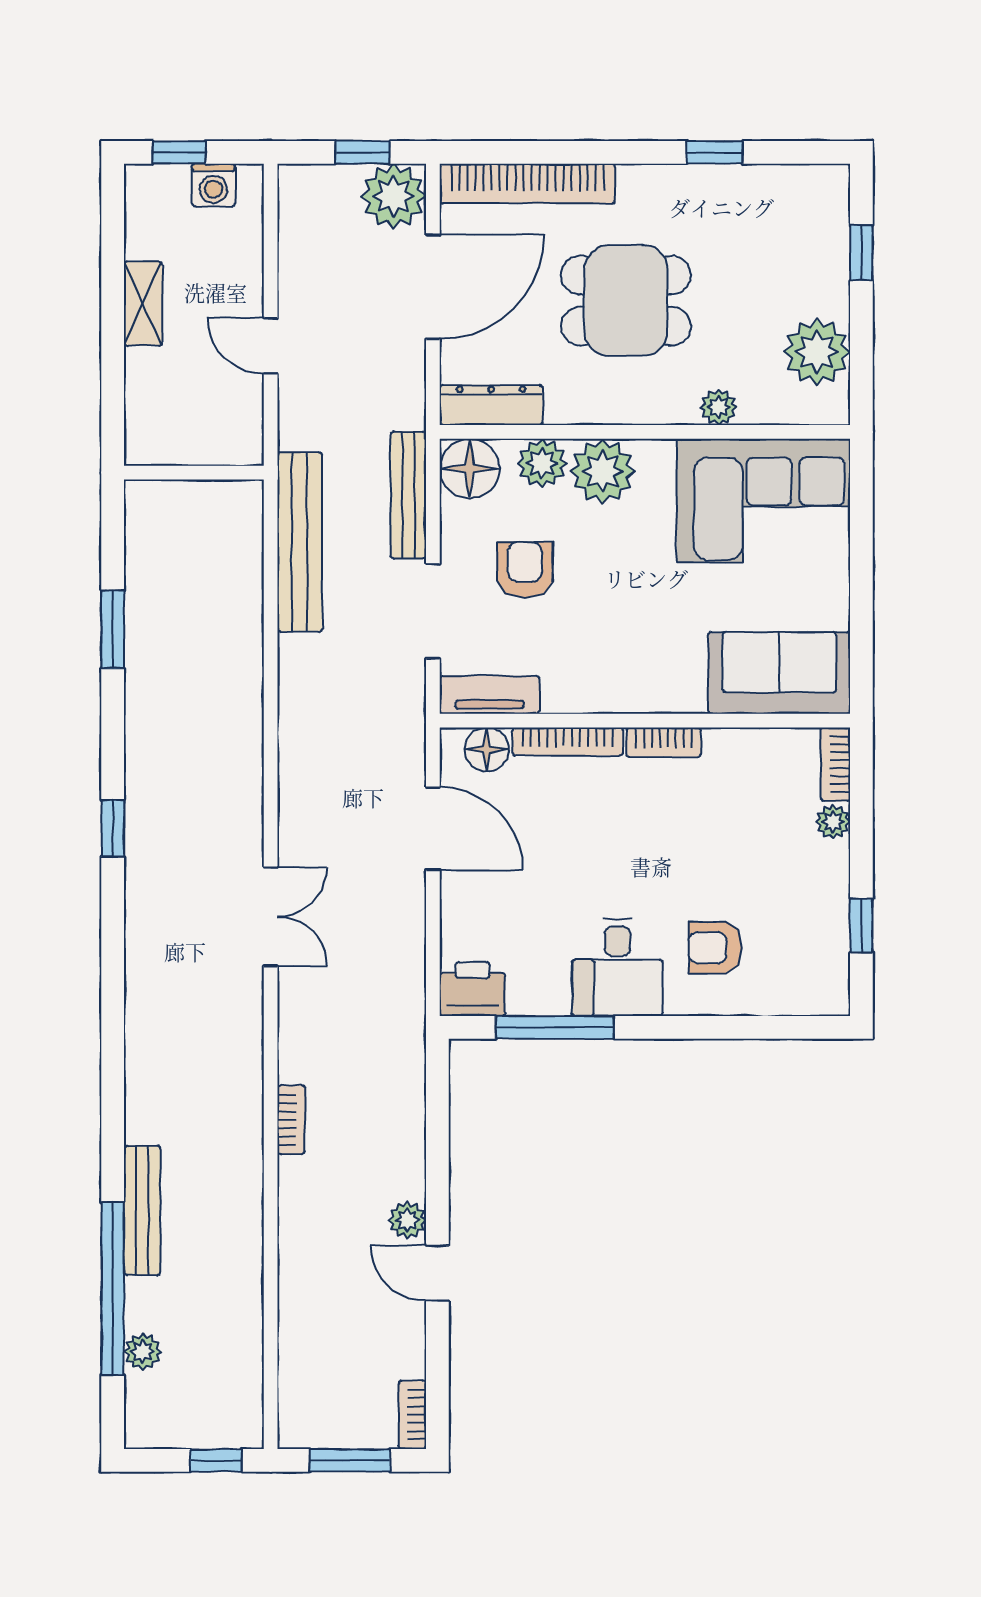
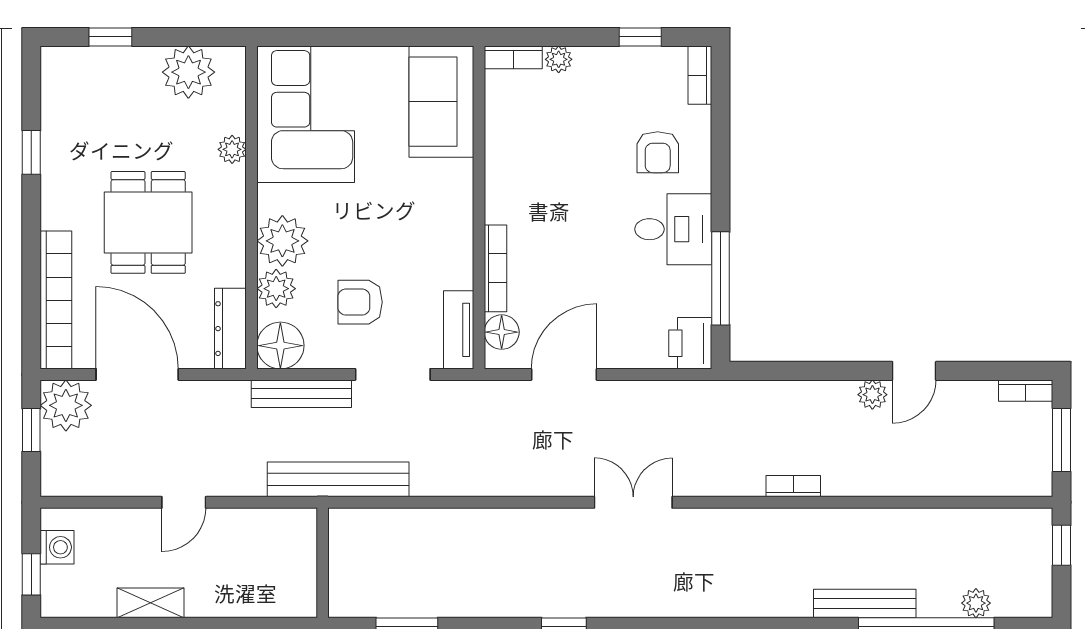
wall: (194, 473) -> (323, 563), moved
bookcase: (664, 742) -> (700, 75), moved, turned 180

